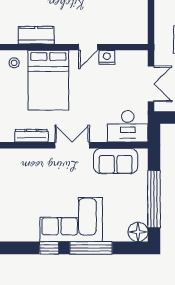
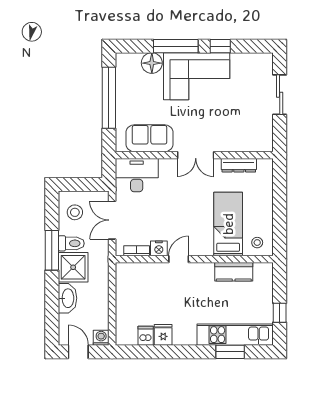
bookcase: (128, 55) -> (137, 251), added
bed: (48, 80) -> (228, 224), width x0.67
floor lamp: (138, 232) -> (152, 63), moved

